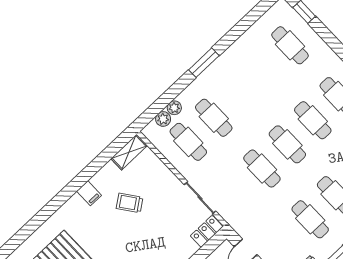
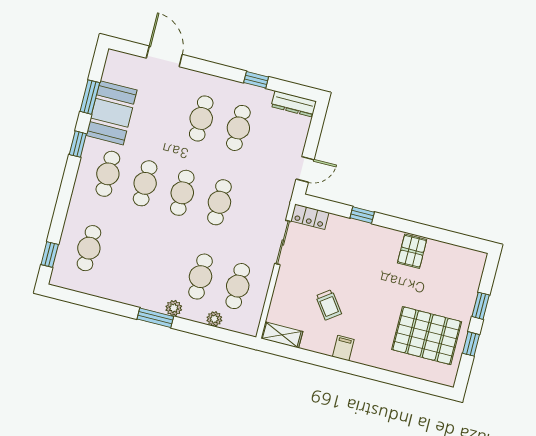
plant: (163, 119) -> (174, 308), moved

